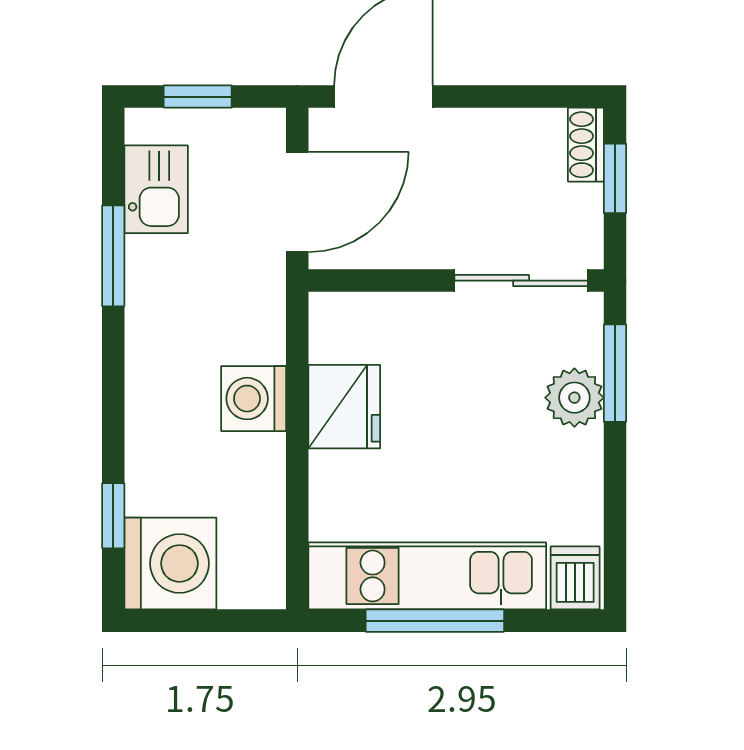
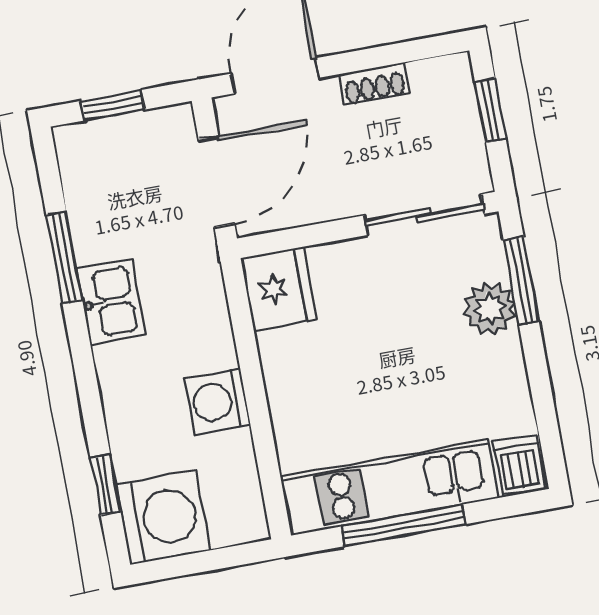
shoe rack: (586, 145) -> (374, 84), moved, turned -90
kitchen sink: (156, 189) -> (111, 302), moved
washing machine: (254, 399) -> (217, 401), moved
fridge: (344, 407) -> (278, 289), moved

